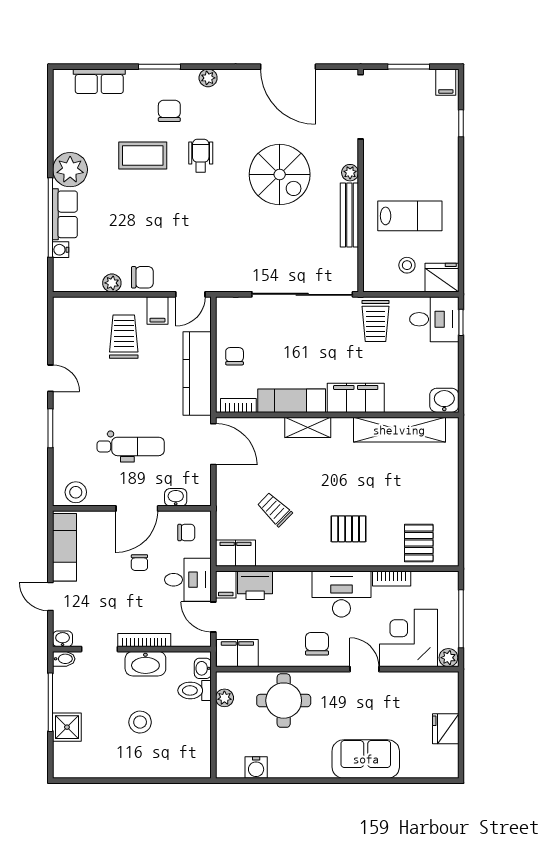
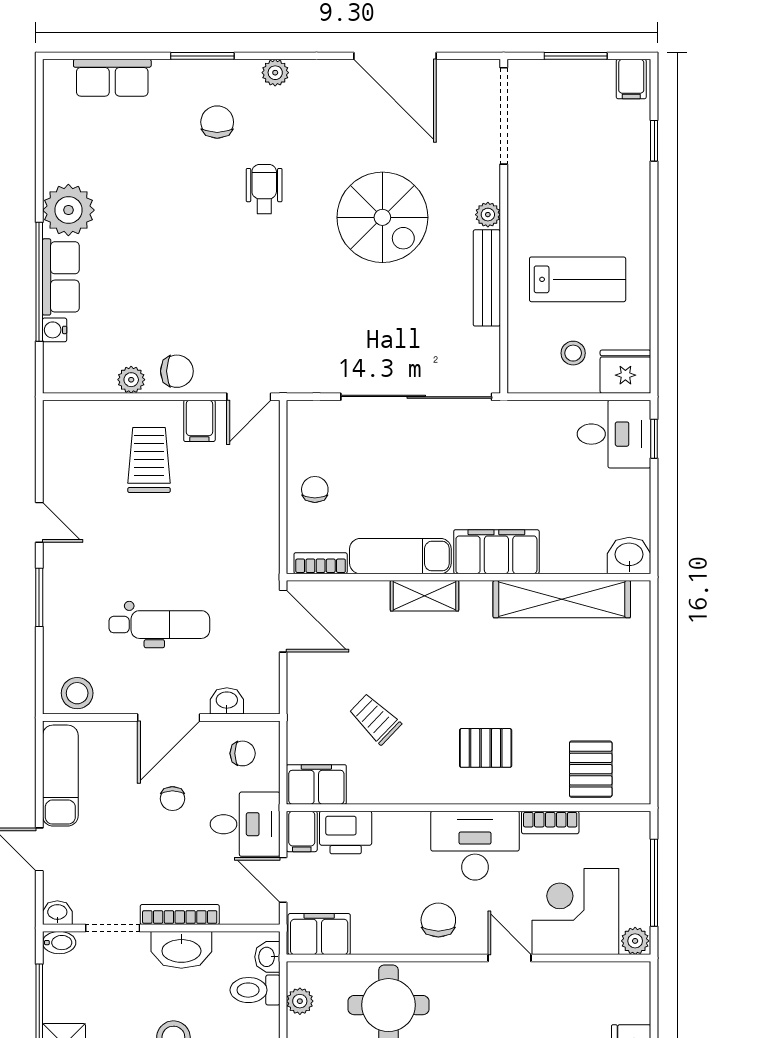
coffee table: (143, 156) -> (177, 189), removed
trolley: (375, 321) -> (526, 437), removed
kitchen counter: (197, 374) -> (259, 515), removed

